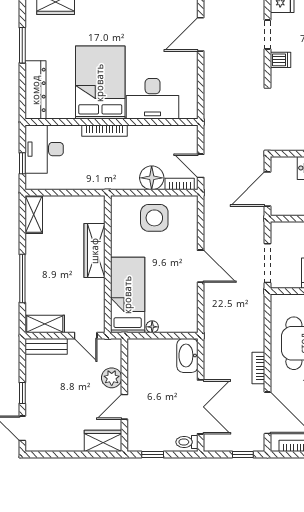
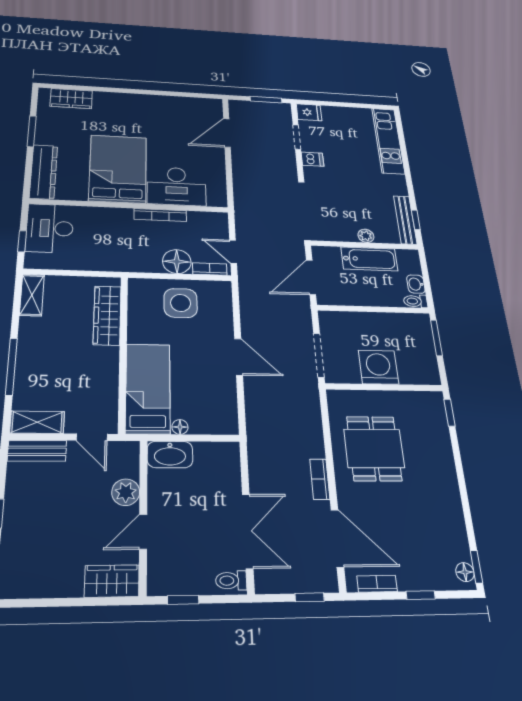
bookcase: (105, 131) -> (160, 215), moved
wardrobe: (95, 251) -> (107, 315), moved
washbasin: (187, 355) -> (170, 454), moved, turned -90

